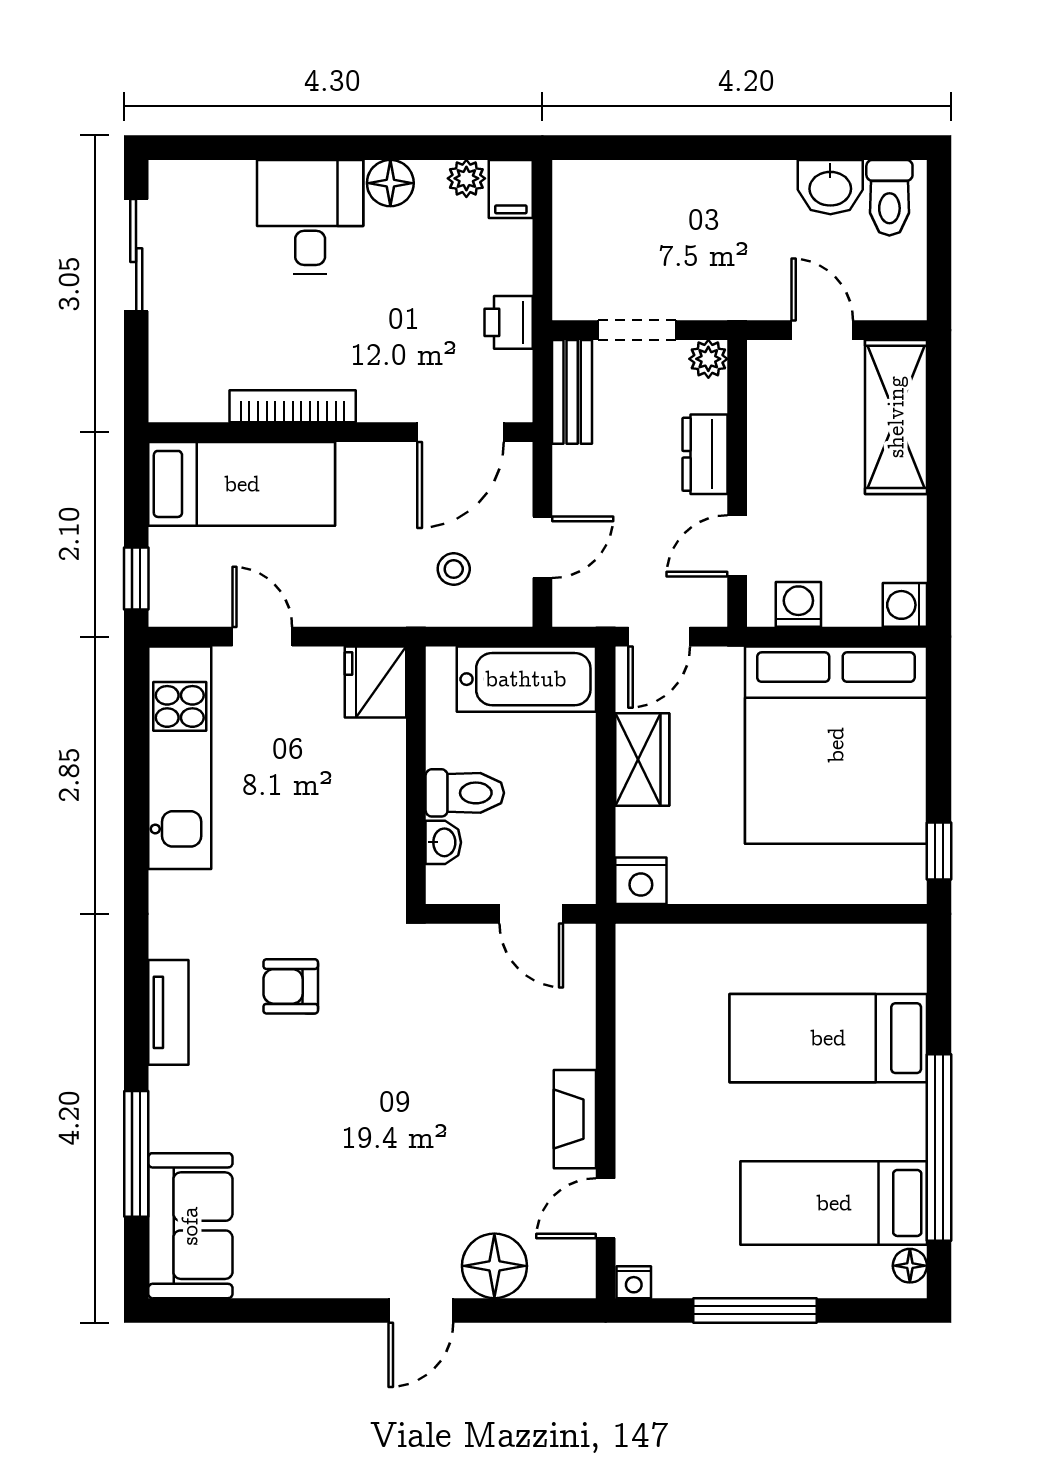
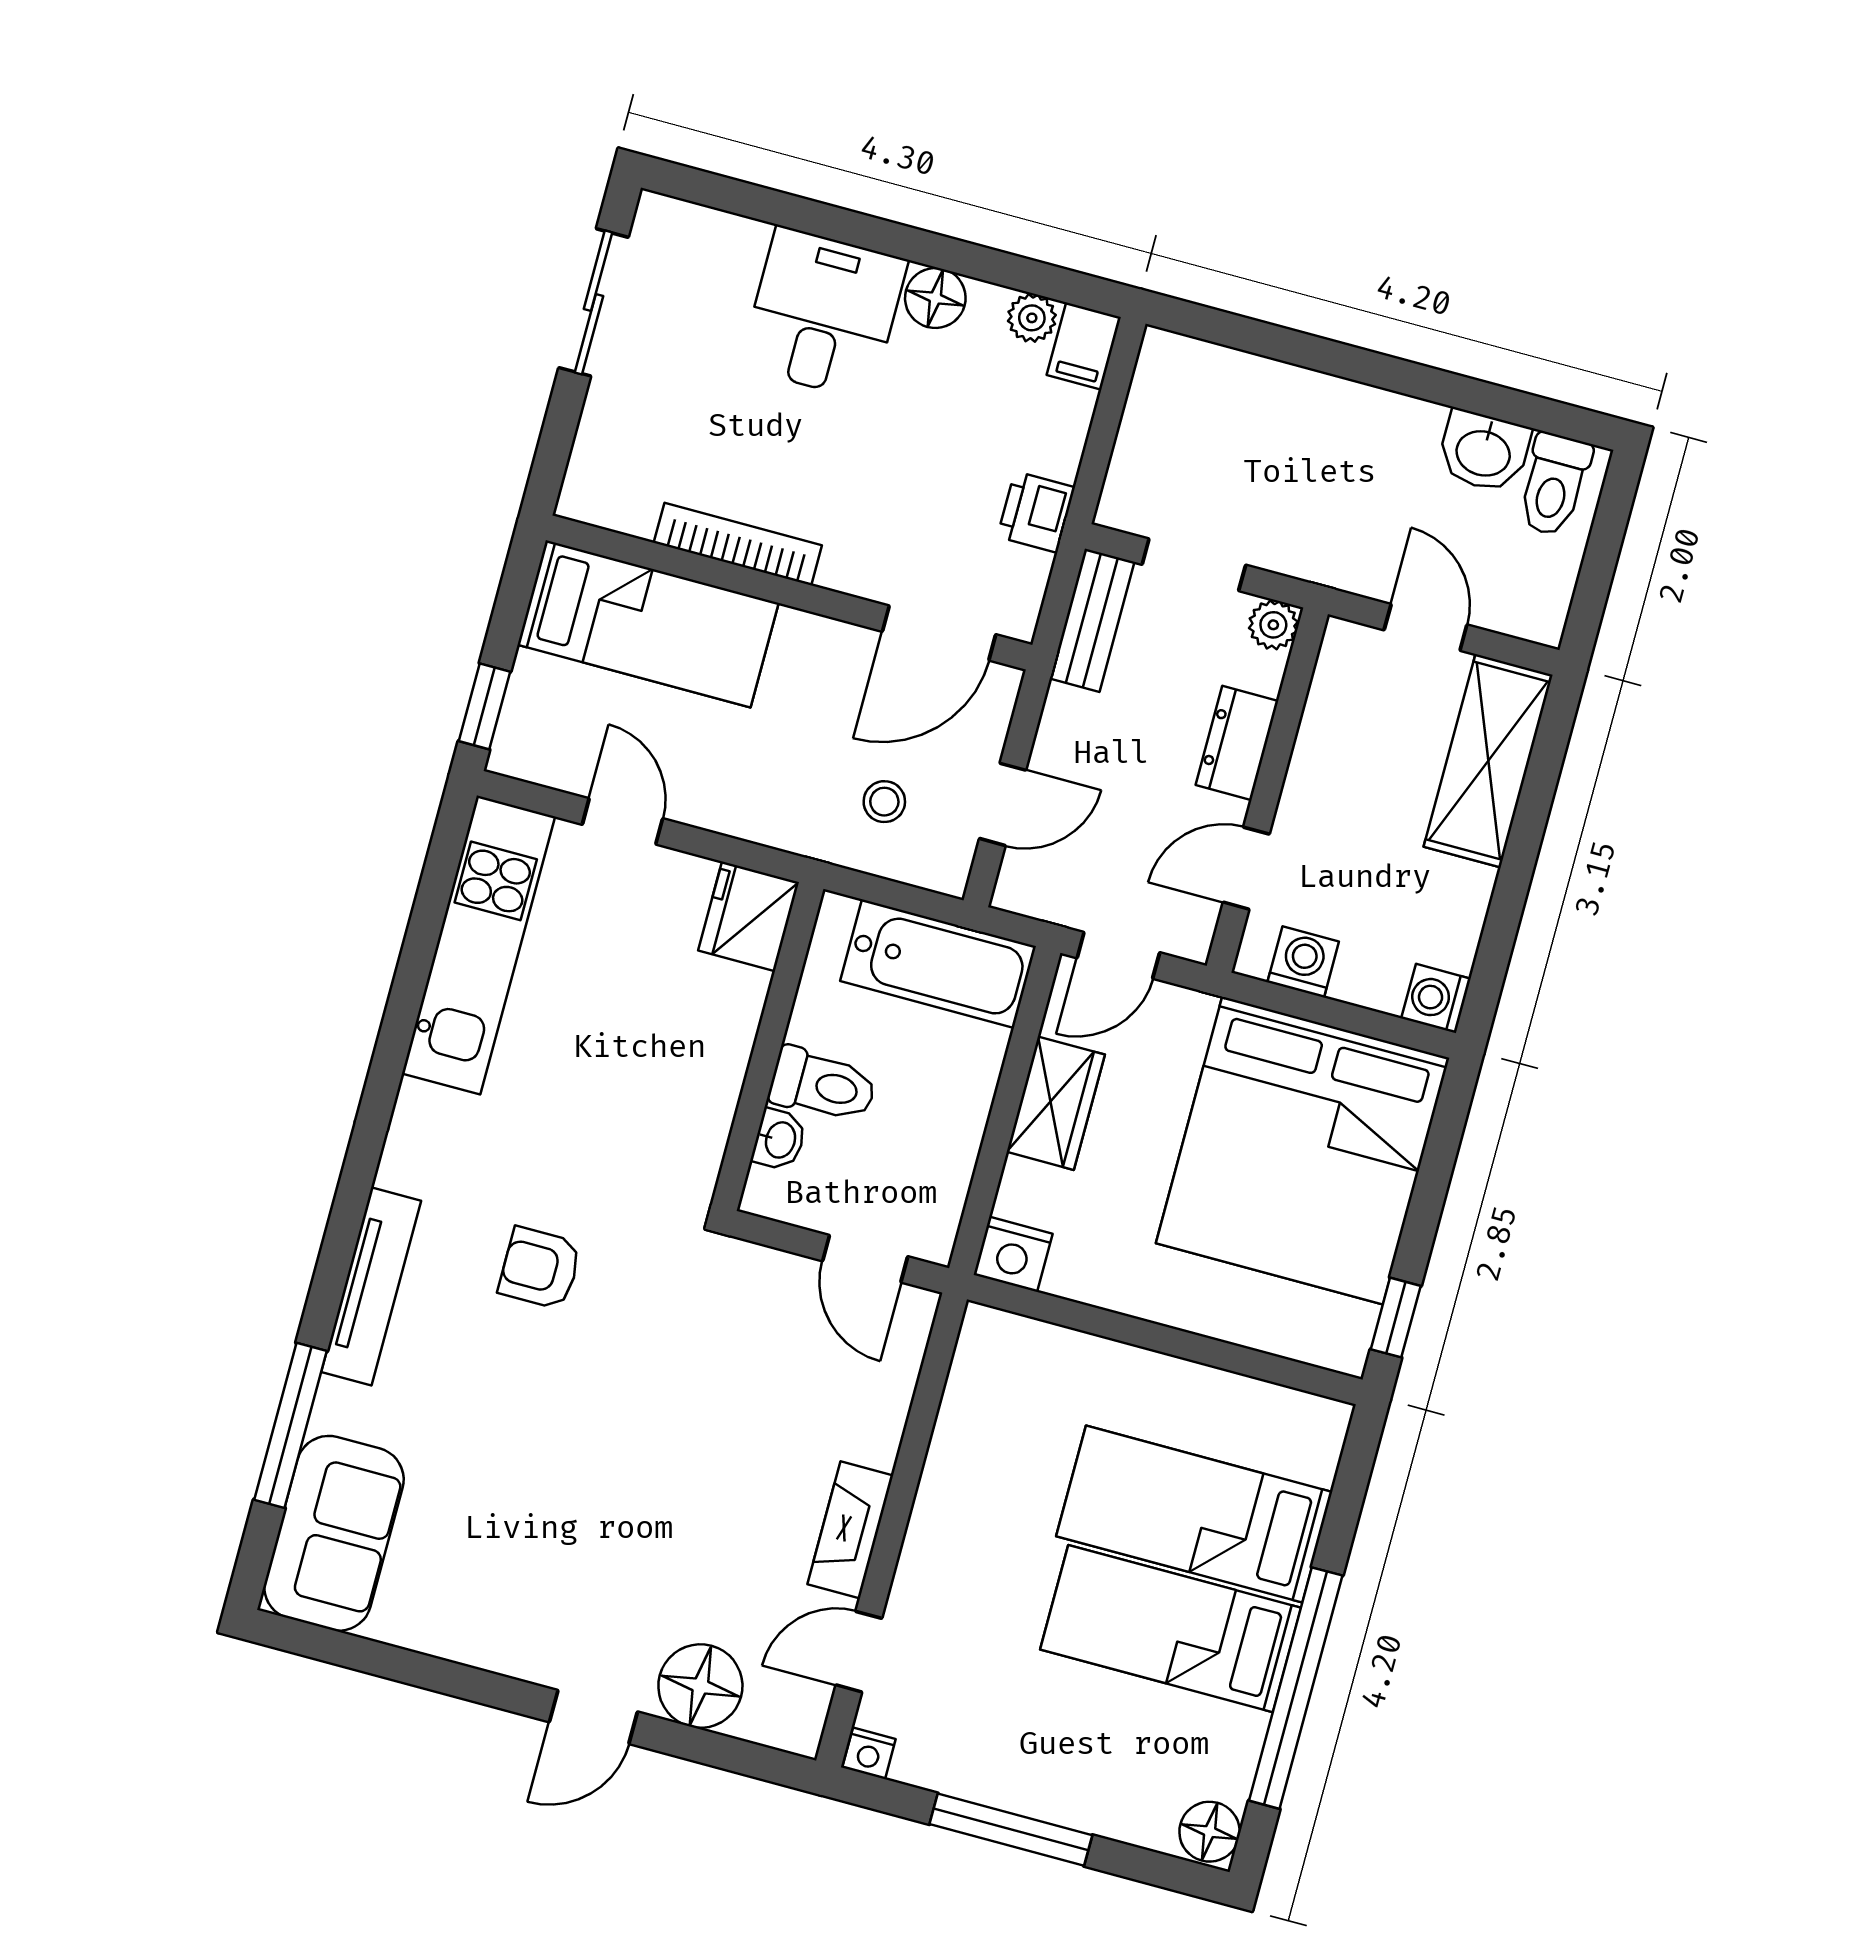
tv unit: (168, 1012) -> (371, 1286), width x1.41
bed: (834, 1203) -> (1171, 1629), moved
floor lamp: (910, 1266) -> (1210, 1832), width x1.37, depth x1.37

